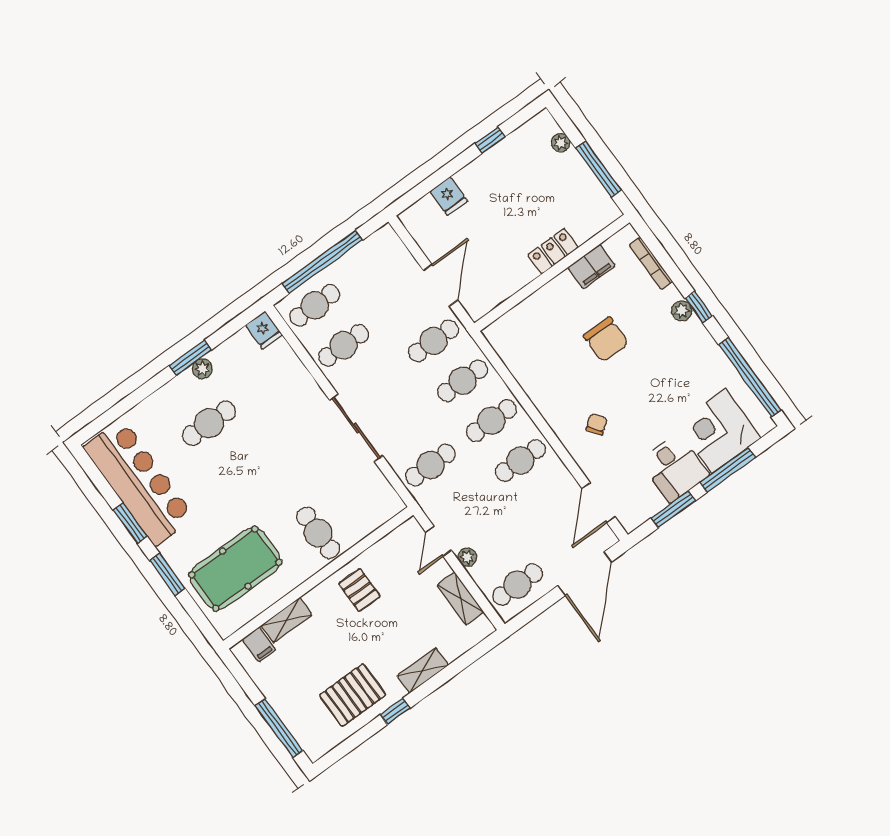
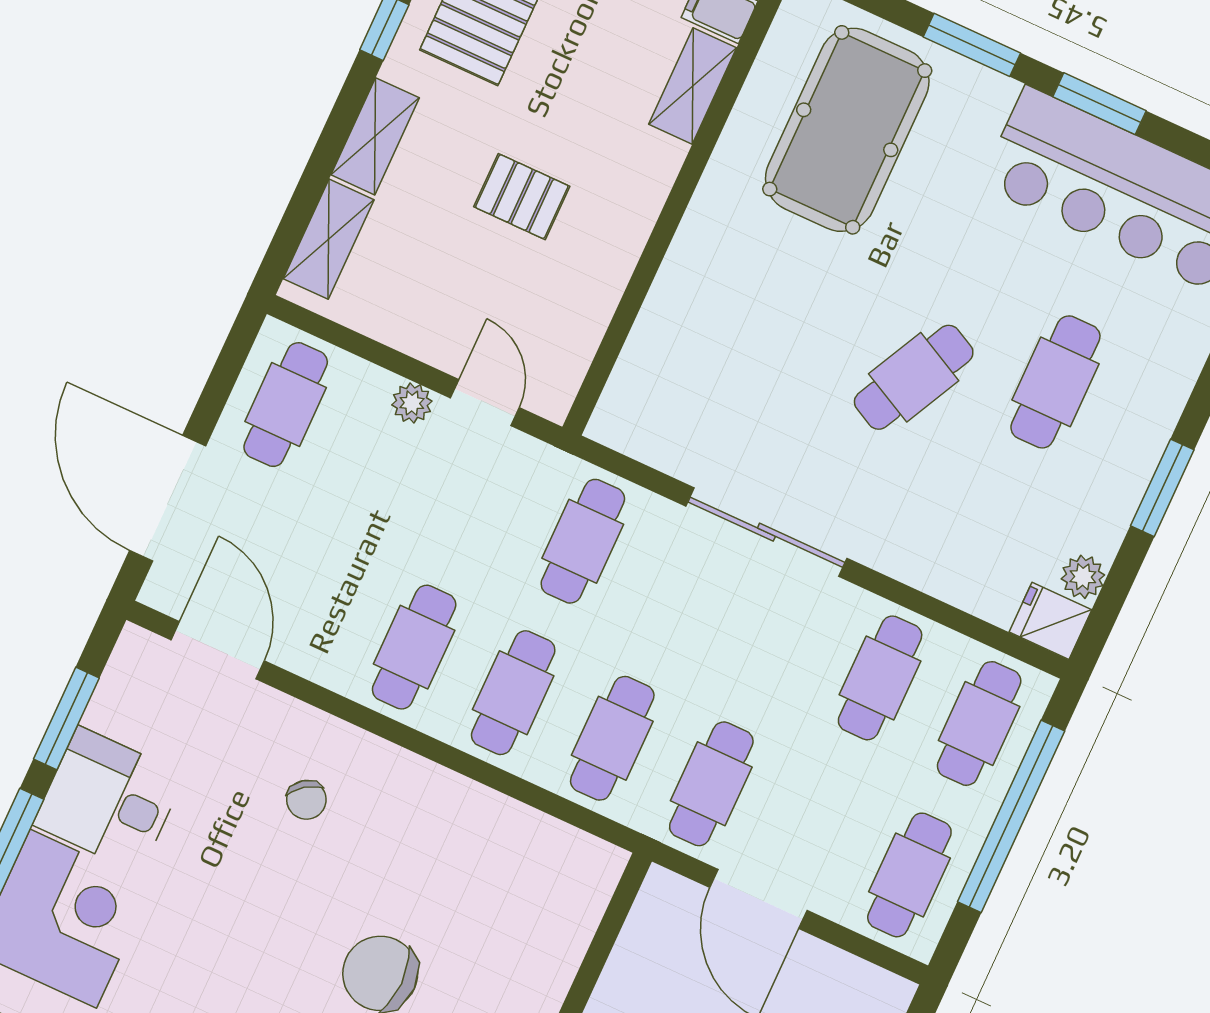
cafe table: (376, 261) -> (909, 875), added
plant: (202, 369) -> (1083, 577), moved
cafe table: (318, 533) -> (914, 377), moved, turned -63
pallet: (359, 590) -> (522, 197), moved
shelving: (460, 599) -> (329, 239), moved, turned 90

